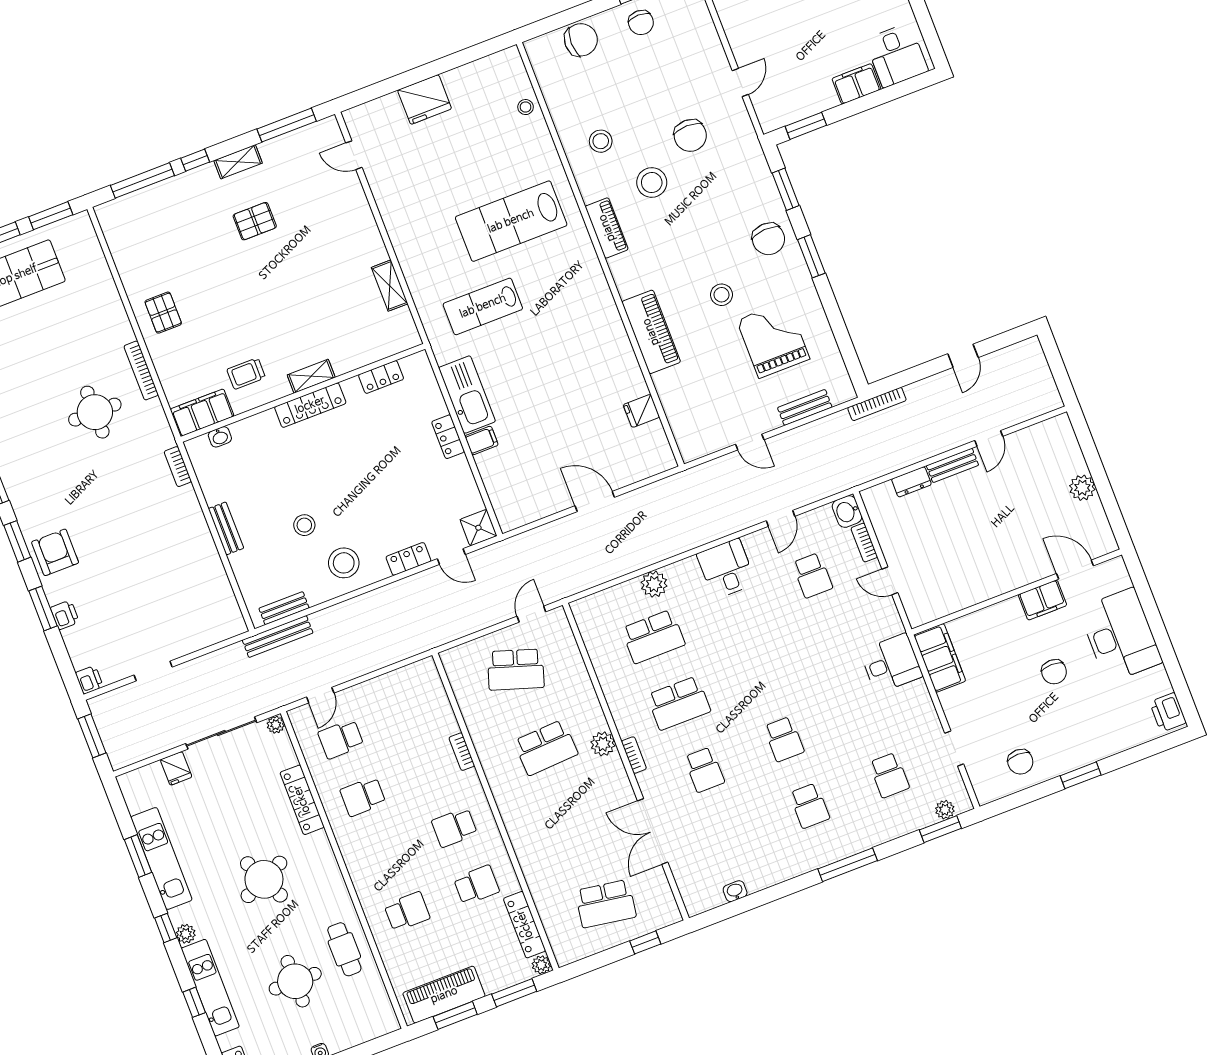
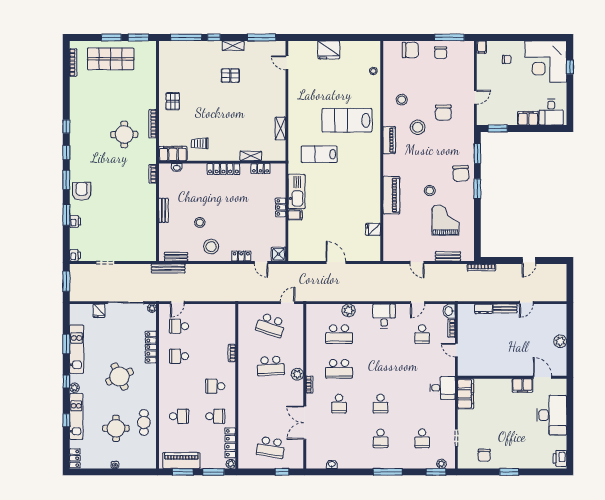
shelving: (311, 376) -> (251, 156), moved
chair: (1054, 672) -> (515, 420), removed

